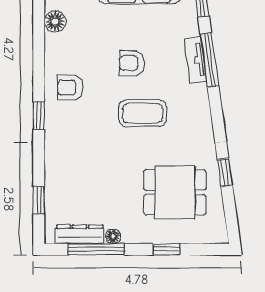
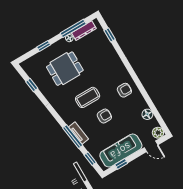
window: (39, 115) -> (131, 71), removed
window: (225, 172) -> (32, 85), moved
dining table: (175, 192) -> (65, 69), moved

